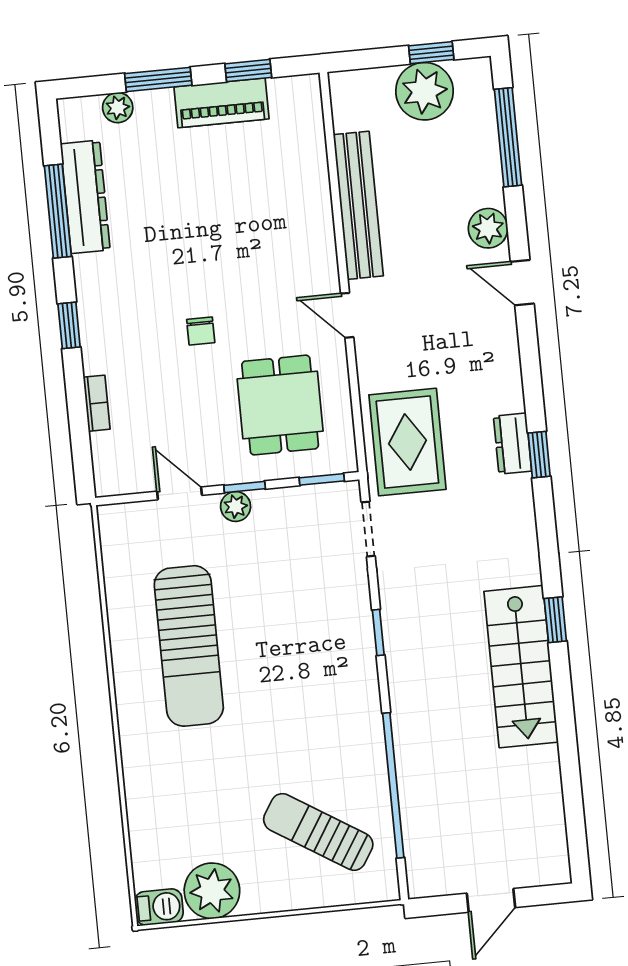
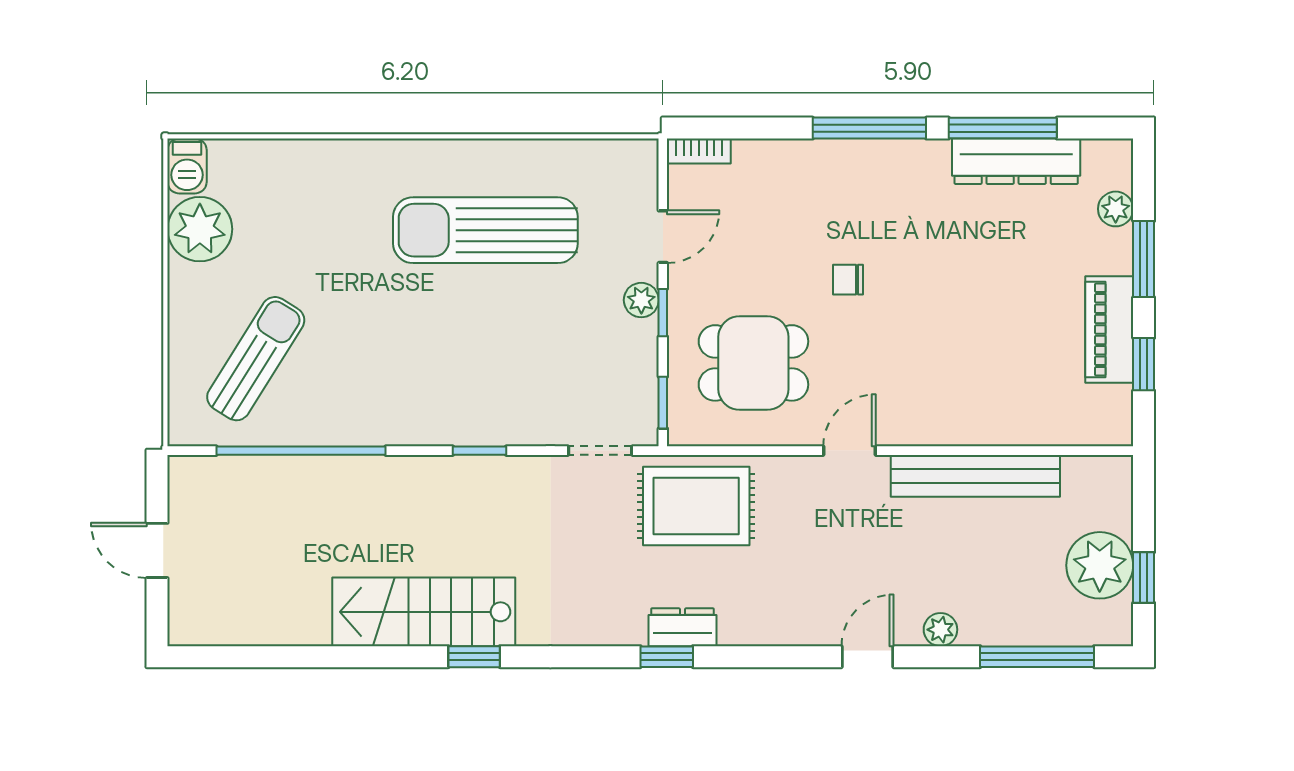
plant: (488, 228) -> (940, 630), width x0.73, depth x0.73
window: (69, 325) -> (869, 128), width x2.17
bookcase: (97, 403) -> (699, 151), moved

